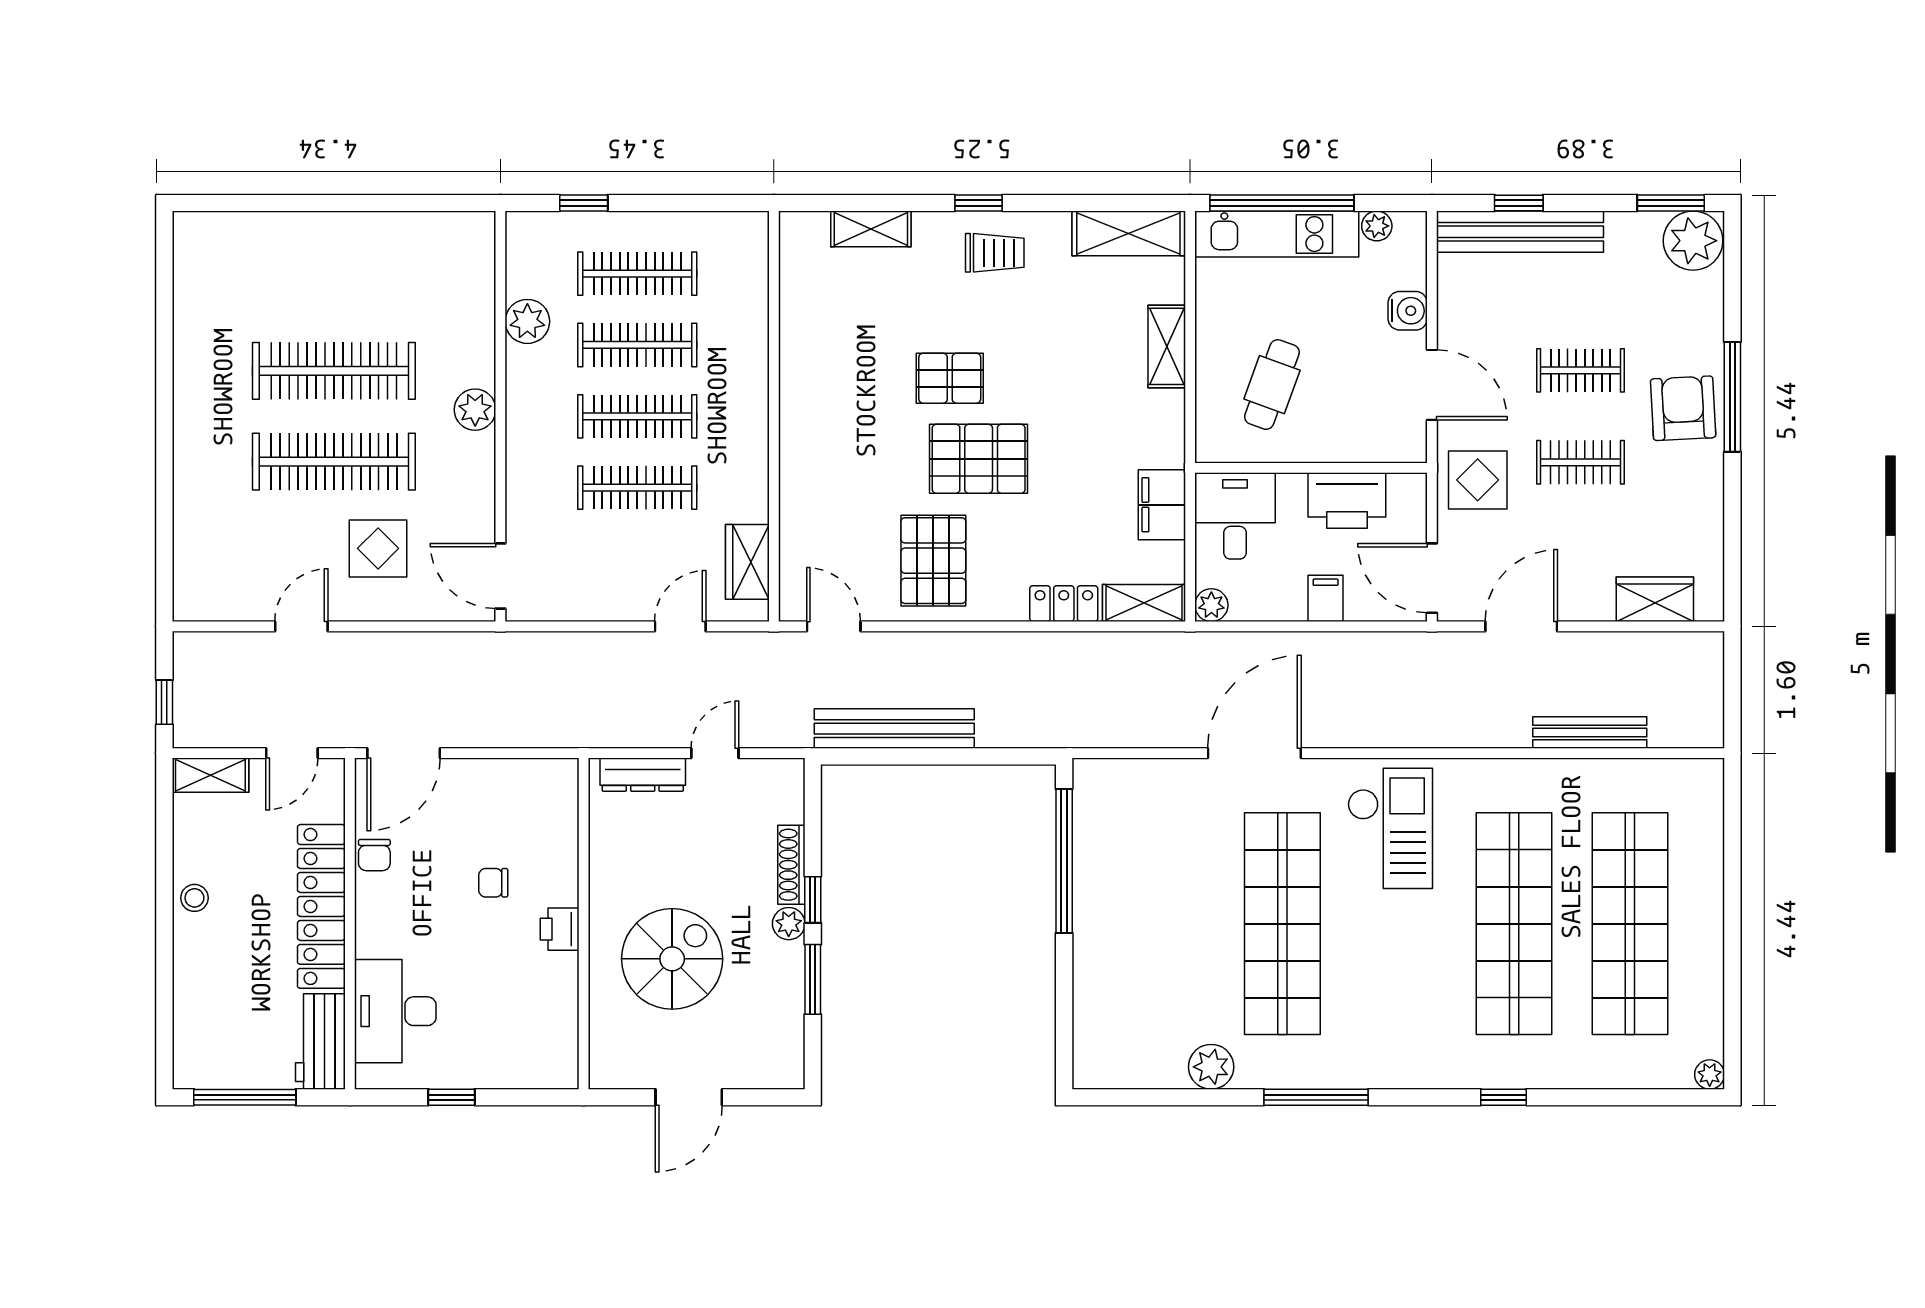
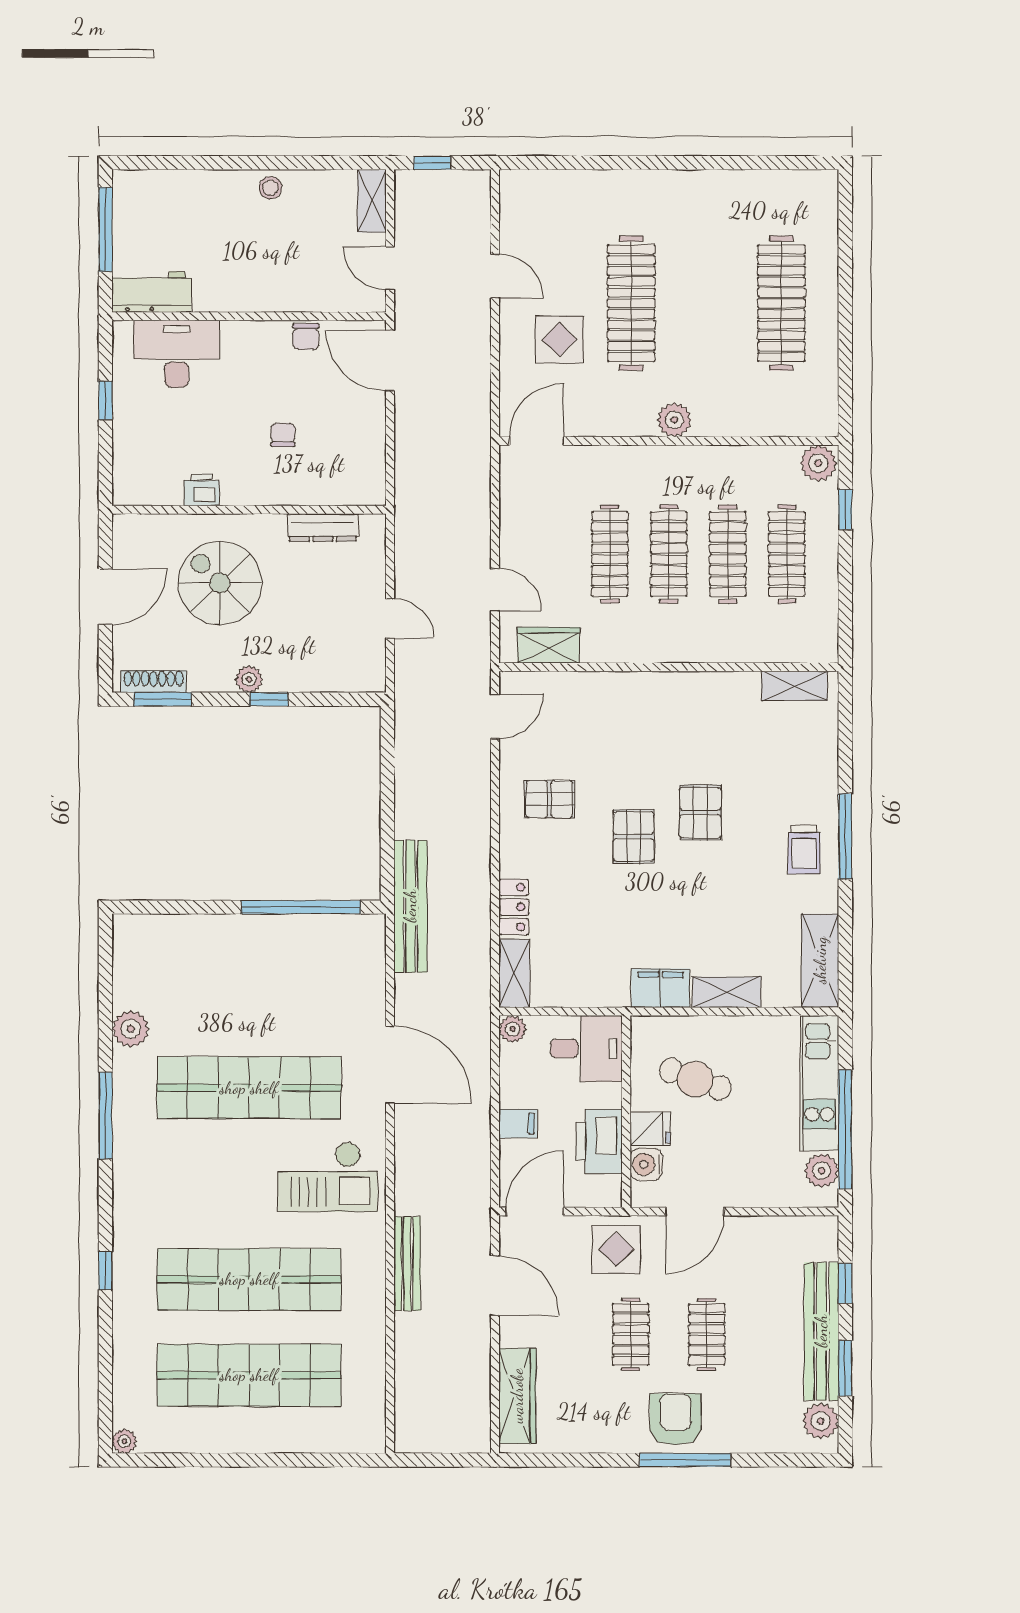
window: (978, 203) -> (845, 836), width x2.17
window: (1282, 203) -> (845, 1129), moved
window: (1671, 203) -> (845, 1368), moved
plant: (1377, 226) -> (822, 1171), width x1.38, depth x1.38
shelving: (871, 229) -> (795, 686), moved, turned 90
bench: (1520, 232) -> (821, 1331), moved
plant: (1693, 241) -> (821, 1421), width x0.73, depth x0.73
water cooler: (1408, 311) -> (646, 1164), moved, turned 90
plant: (527, 321) -> (818, 463), moved
clothes rail: (334, 371) -> (781, 303), moved
armchair: (1683, 408) -> (675, 1419), turned -87
fridge: (1332, 439) -> (650, 1129), added
pallet: (979, 459) -> (634, 836), width x0.67, depth x0.71
filing cabinet: (1162, 505) -> (661, 988), moved
pallet: (933, 561) -> (549, 799), width x0.67, depth x0.71
wardrobe: (1655, 599) -> (517, 1396), width x1.50
bench: (894, 729) -> (410, 906), moved
bench: (1590, 733) -> (407, 1264), moved
dresser: (643, 775) -> (323, 527), moved, turned -90
chair: (374, 855) -> (306, 336), turned -90
shoe rack: (791, 865) -> (153, 682), moved
locker: (321, 906) -> (263, 293), removed
printer: (560, 929) -> (202, 490), moved
spiral stairs: (672, 959) -> (220, 583), turned 180
window: (813, 979) -> (163, 699), moved
door: (689, 1097) -> (105, 597), swing flipped

